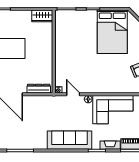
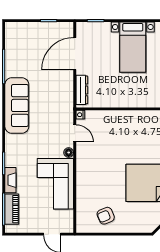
door: (73, 94) -> (75, 133), hinge flipped
sofa: (69, 140) -> (17, 105), moved

